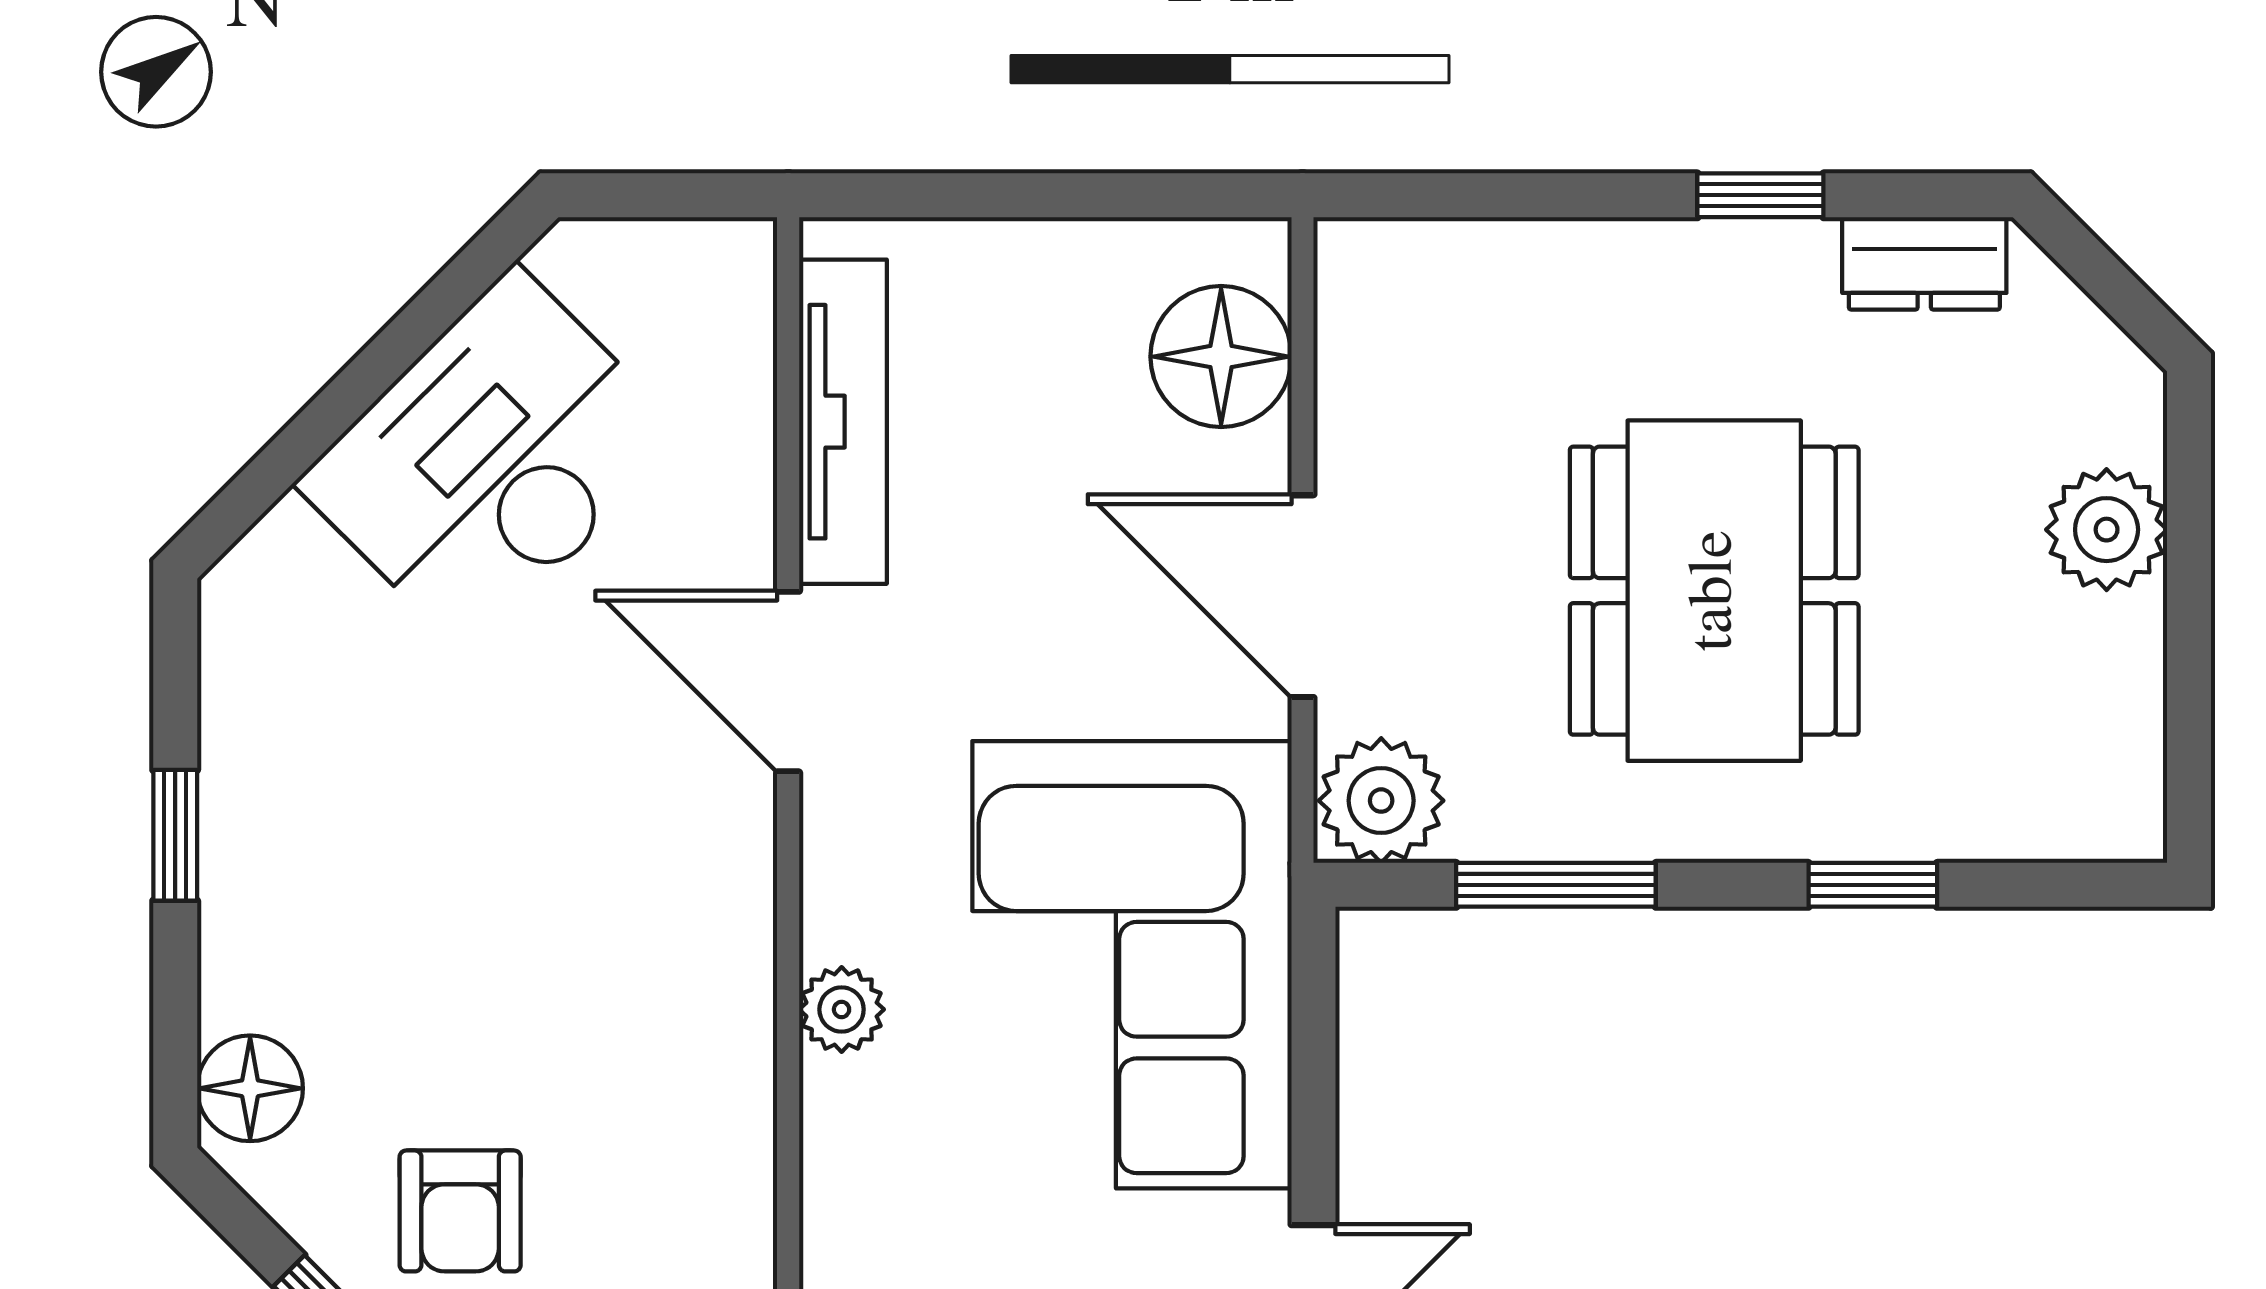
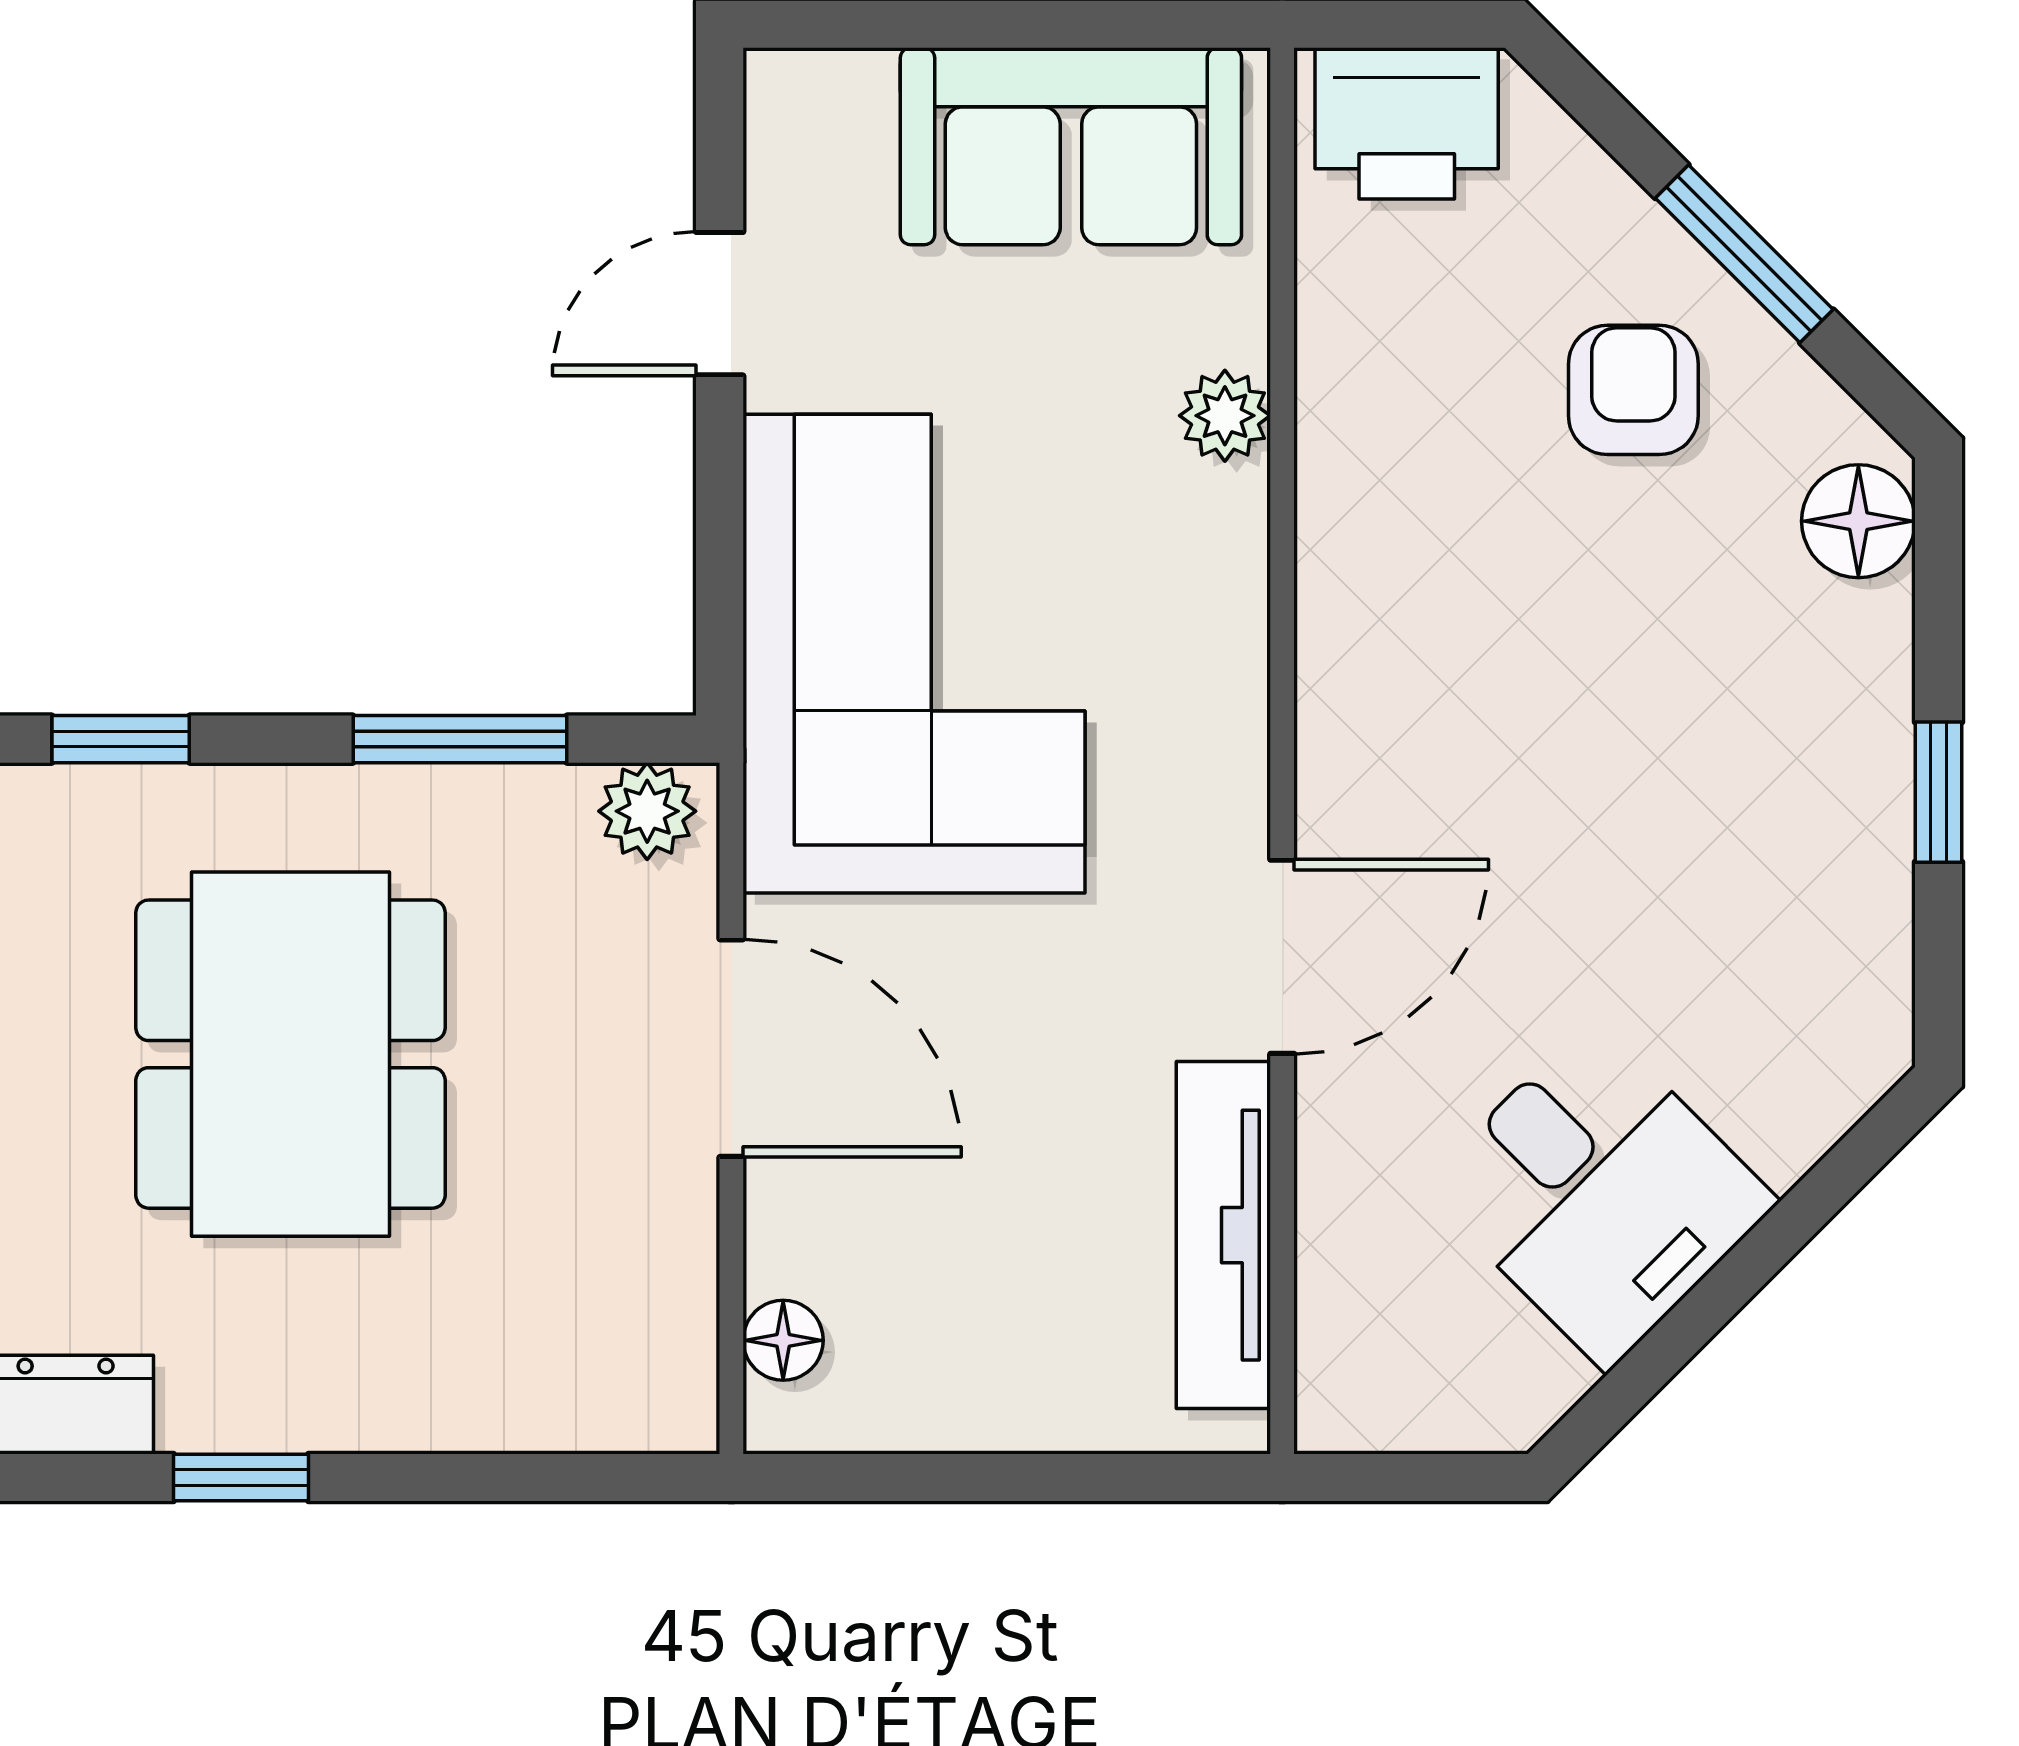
floor lamp: (1221, 357) -> (783, 1340), width x0.53, depth x0.53
desk: (492, 460) -> (1600, 1194), width x0.73
door: (788, 682) -> (1282, 957), hinge flipped
plant: (1381, 801) -> (647, 811), width x0.73, depth x0.73
plant: (842, 1009) -> (1225, 416), moved

